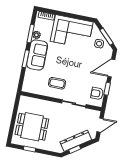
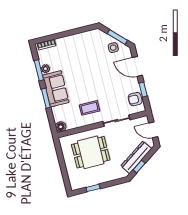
corner sofa: (72, 32) -> (80, 49), removed
door: (111, 68) -> (137, 66), hinge flipped
floor lamp: (27, 87) -> (61, 127), added
door: (100, 125) -> (153, 130), swing flipped
dining table: (32, 127) -> (91, 152), moved

